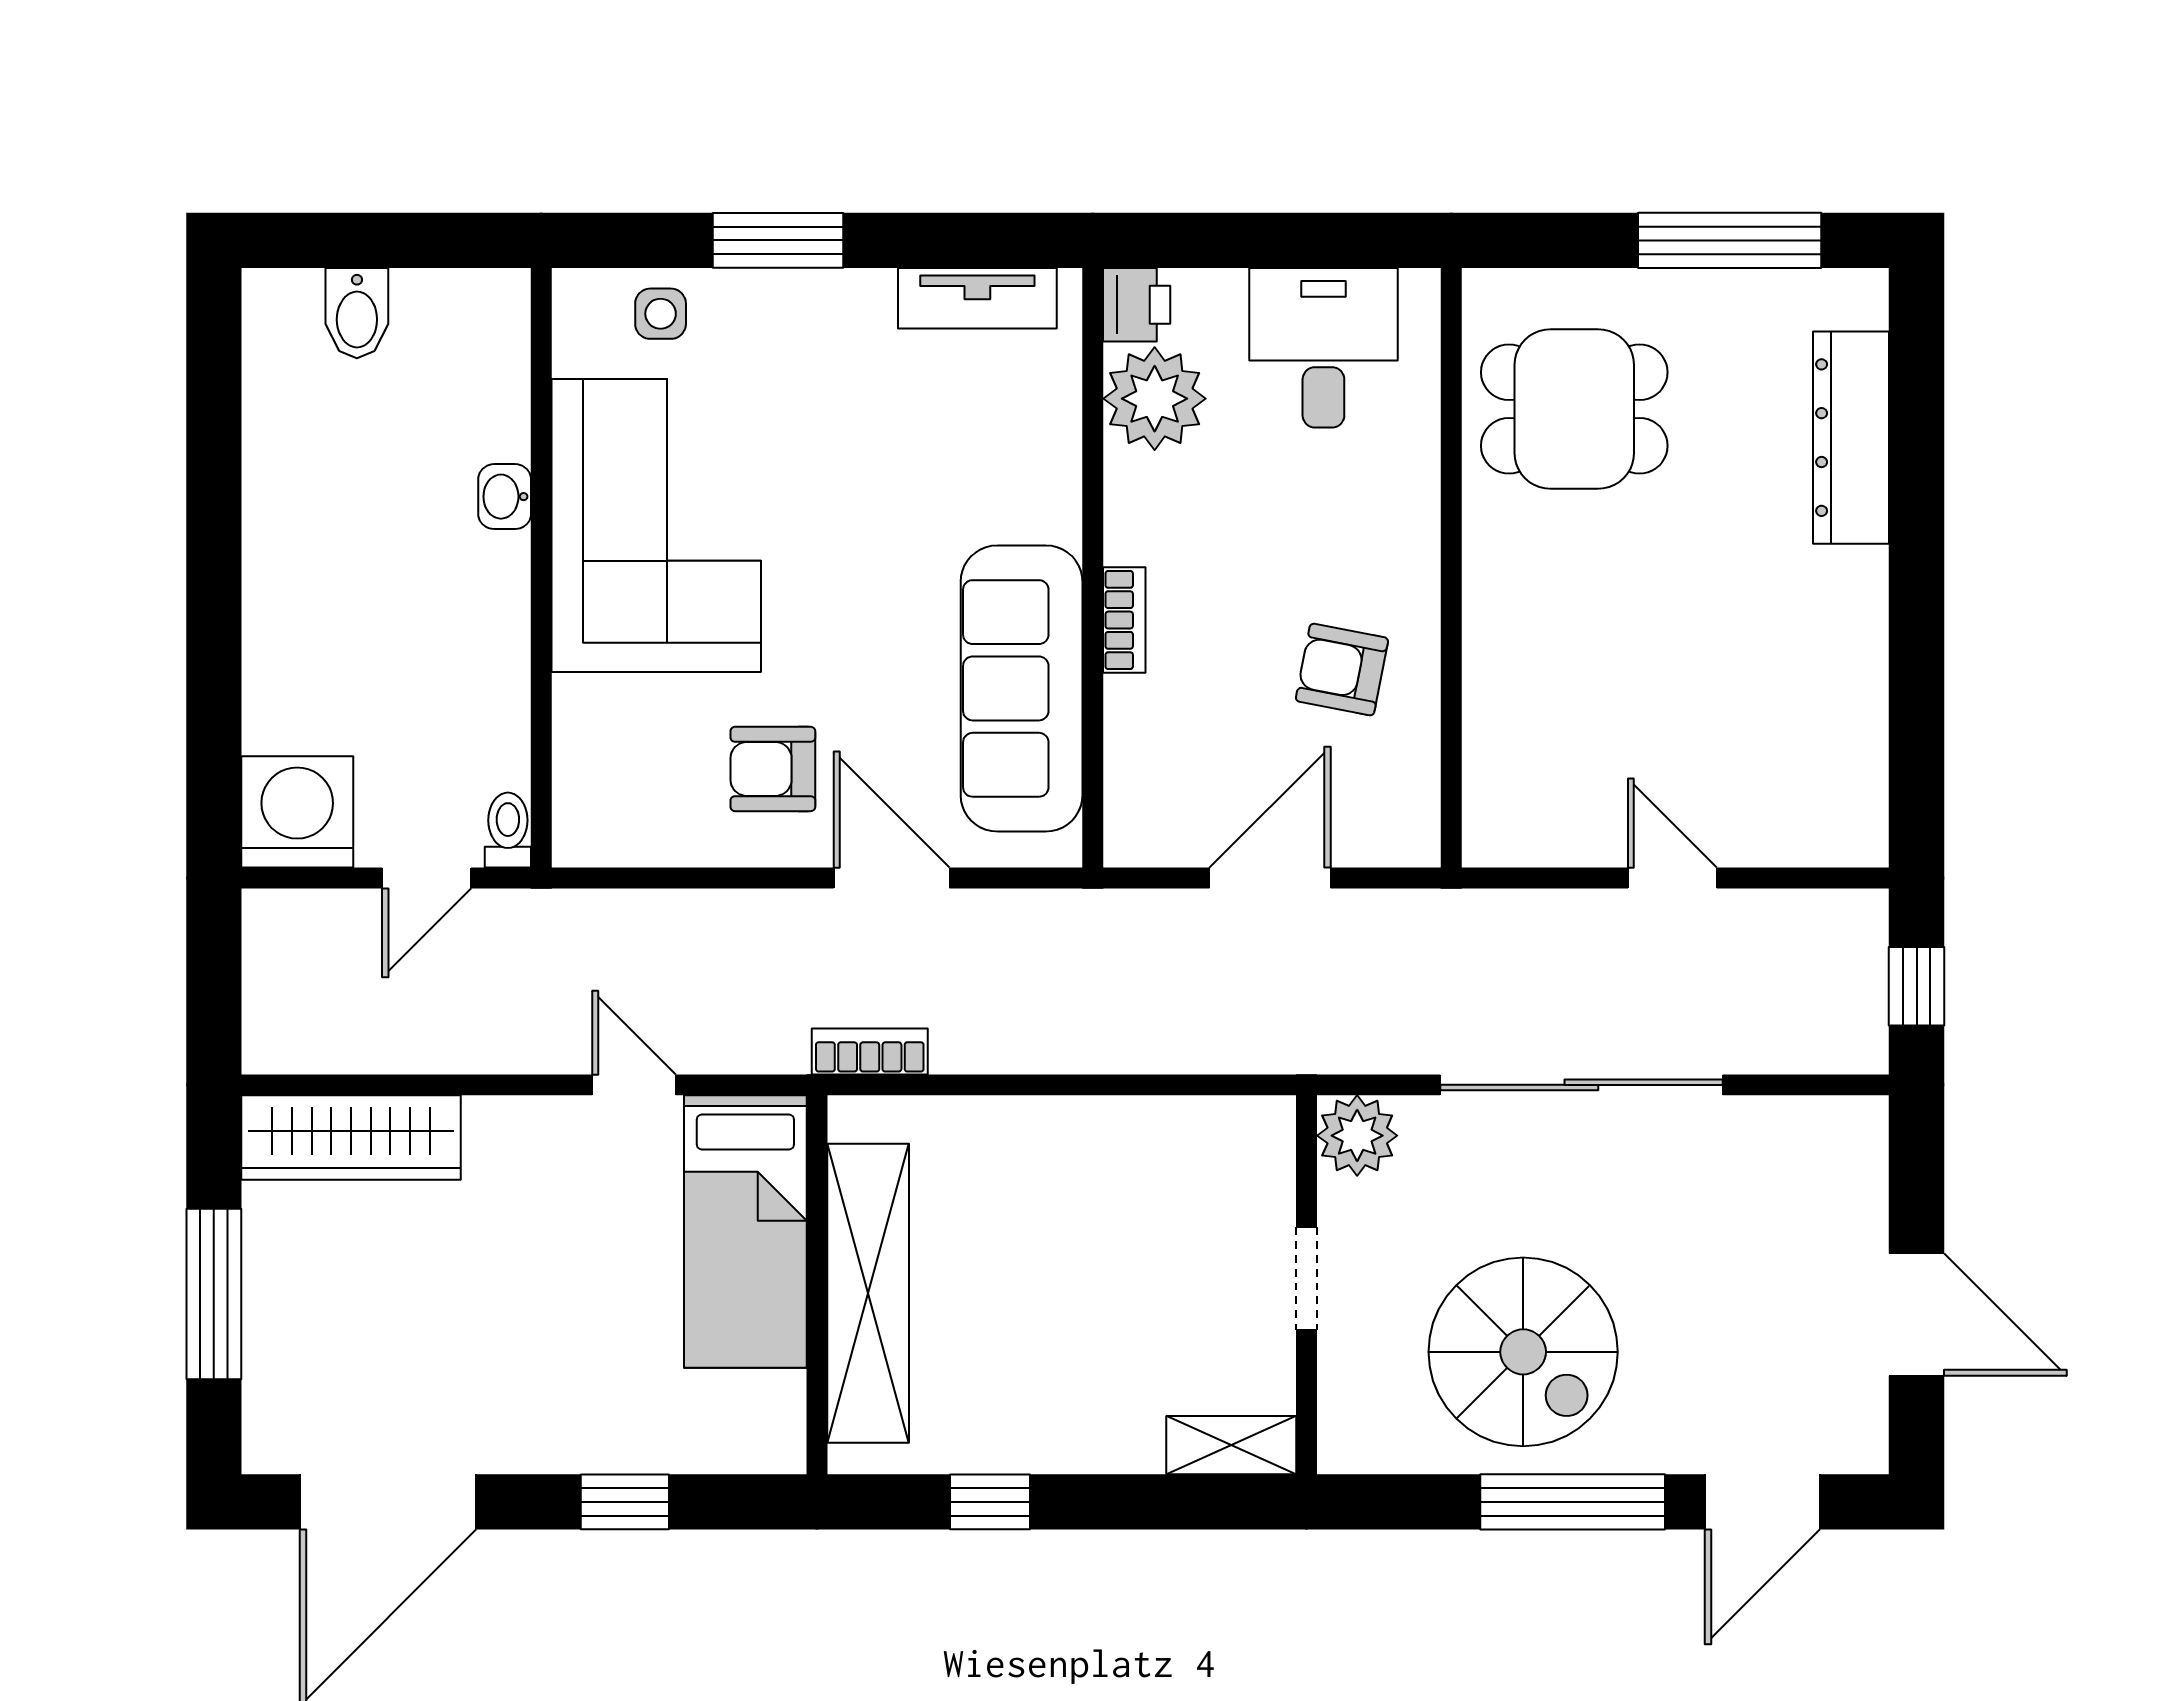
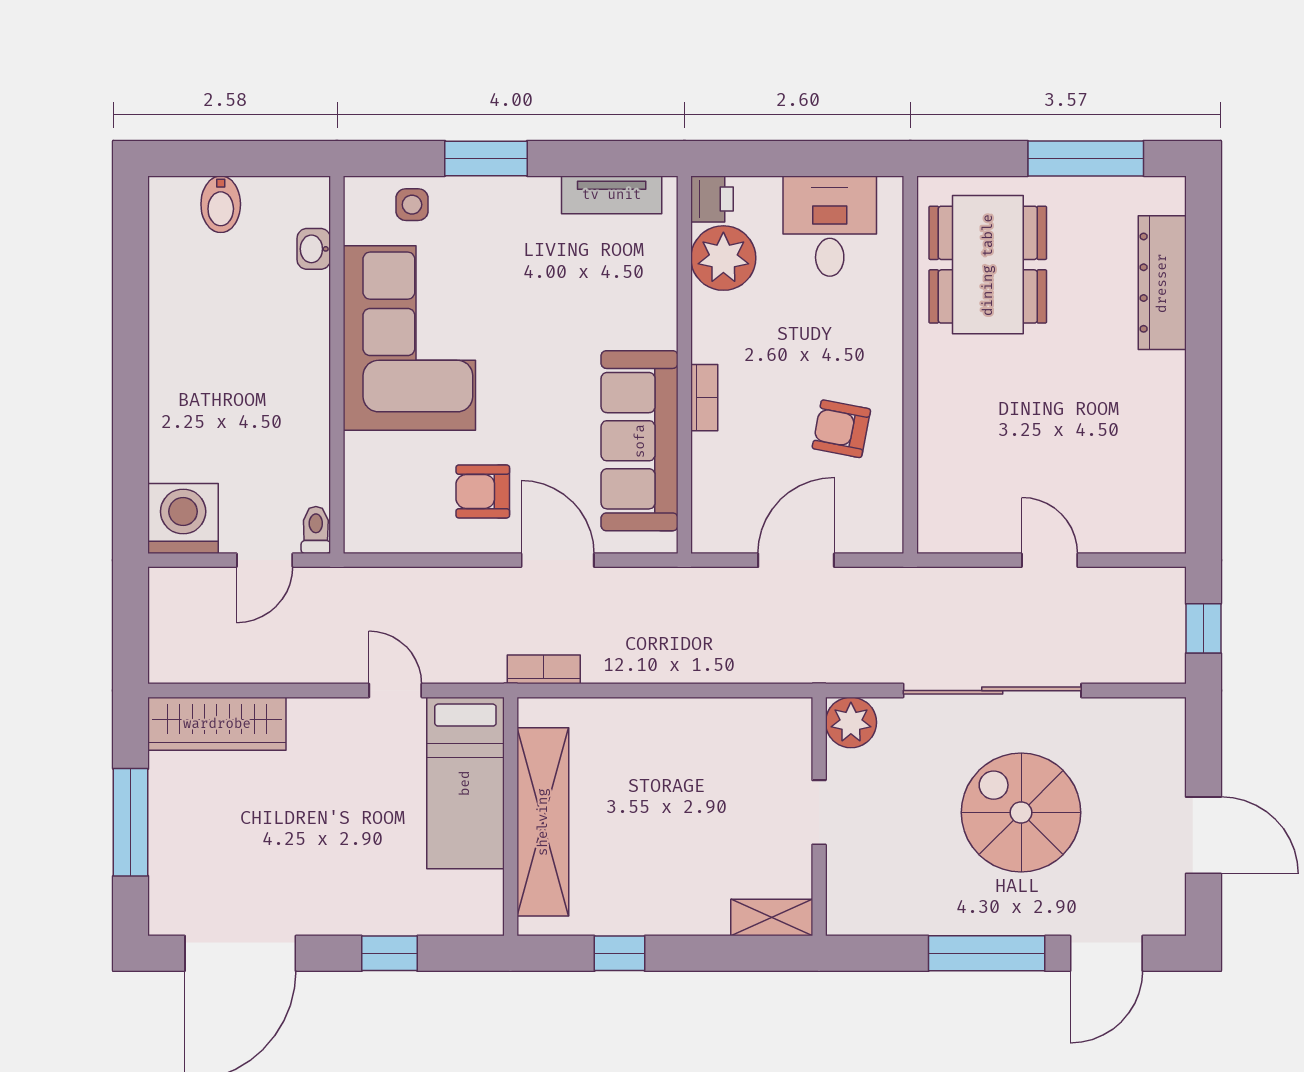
dining table: (1574, 409) -> (988, 265), width x1.38
washbasin: (505, 497) -> (314, 249), moved
spiral stairs: (1523, 1352) -> (1021, 813), moved, turned 180

